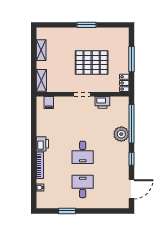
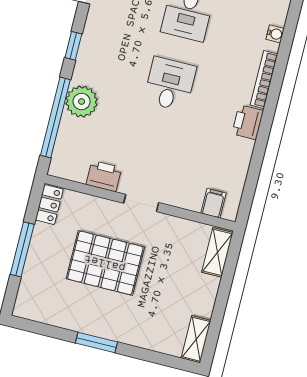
shelving: (41, 50) -> (196, 339), moved

